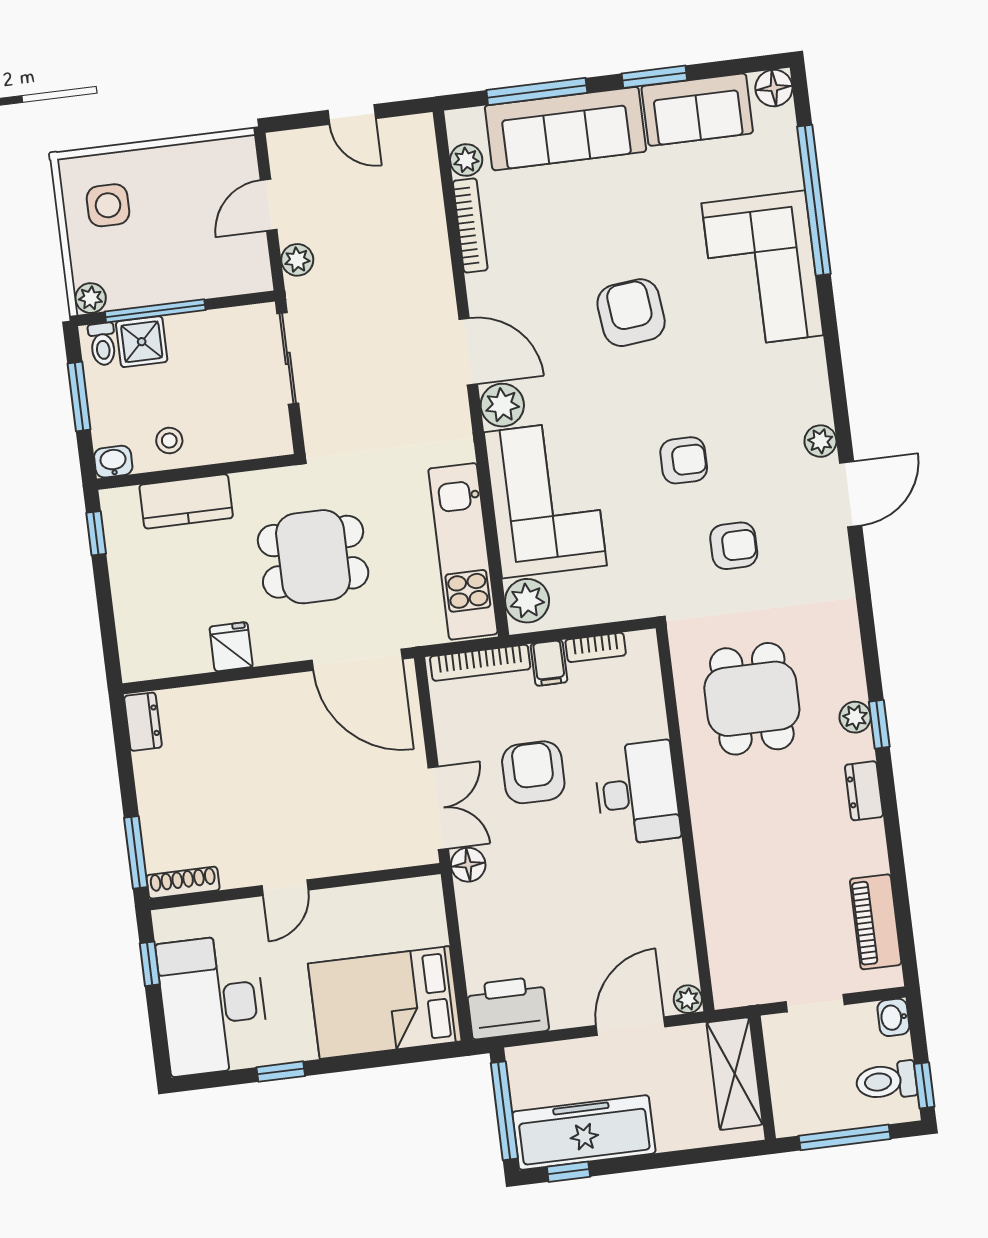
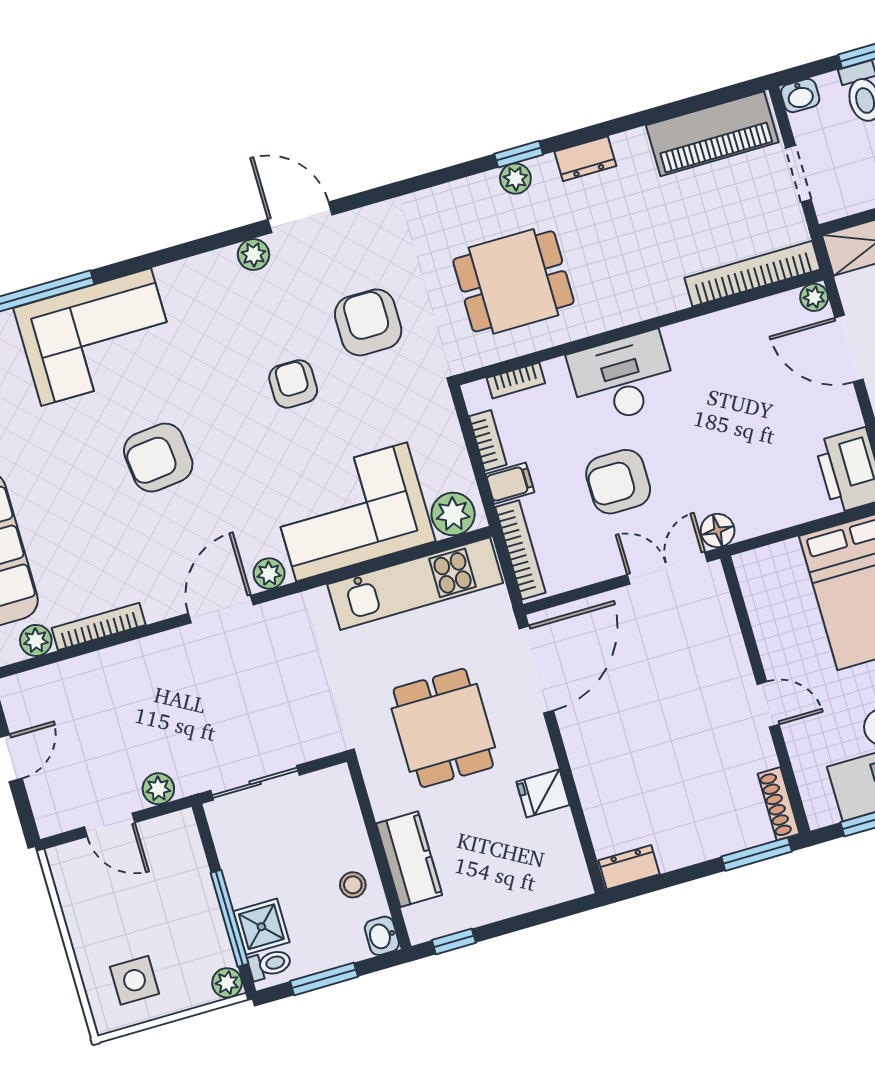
plant: (502, 405) -> (269, 574), width x0.73, depth x0.73
armchair: (734, 546) -> (368, 322), width x1.38, depth x1.38
bookcase: (652, 685) -> (516, 380), added
piano: (876, 922) -> (712, 134), width x1.37, depth x1.33
bookcase: (722, 941) -> (752, 274), added

